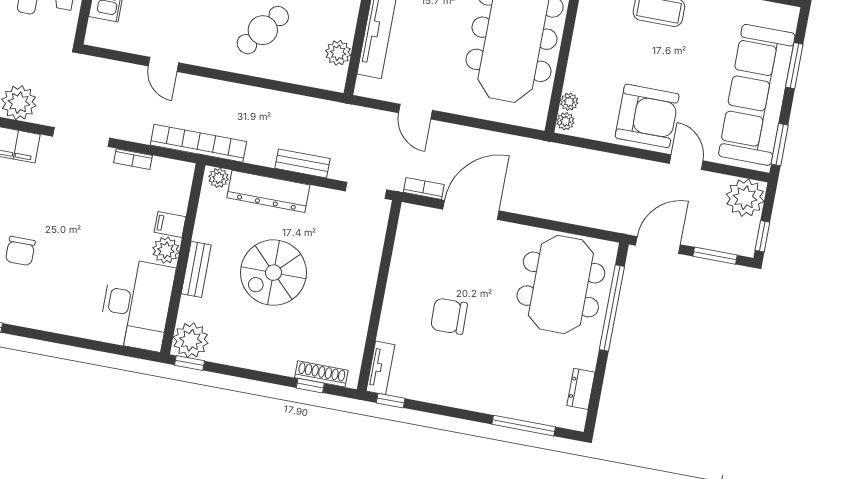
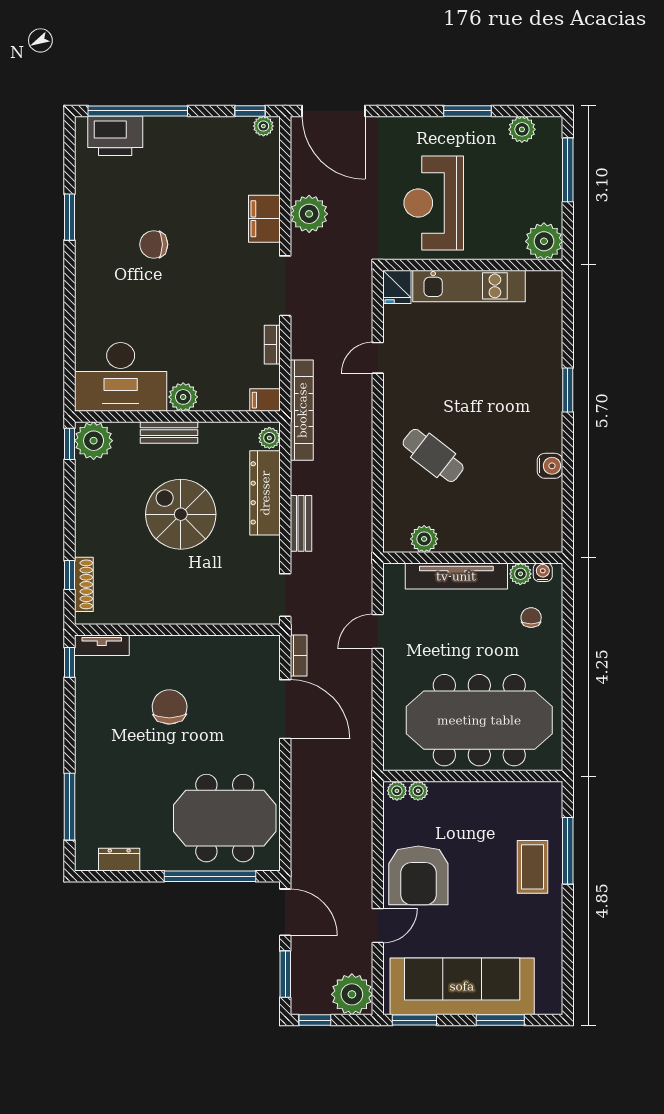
fridge: (101, 34) -> (397, 287), added
filing cabinet: (170, 224) -> (265, 400), moved, turned -90

